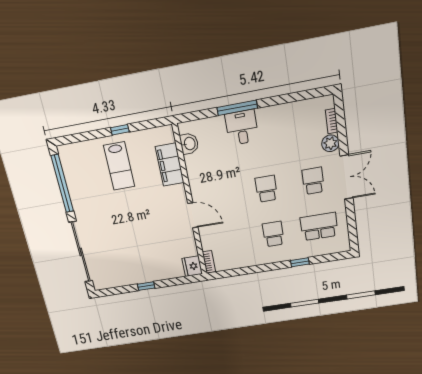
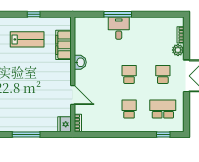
washbasin: (189, 144) -> (80, 62), moved
lab bench: (119, 166) -> (27, 39), turned -90
door: (193, 215) -> (73, 95), moved
window: (300, 262) -> (163, 135), moved
window: (146, 286) -> (26, 135), width x2.17

